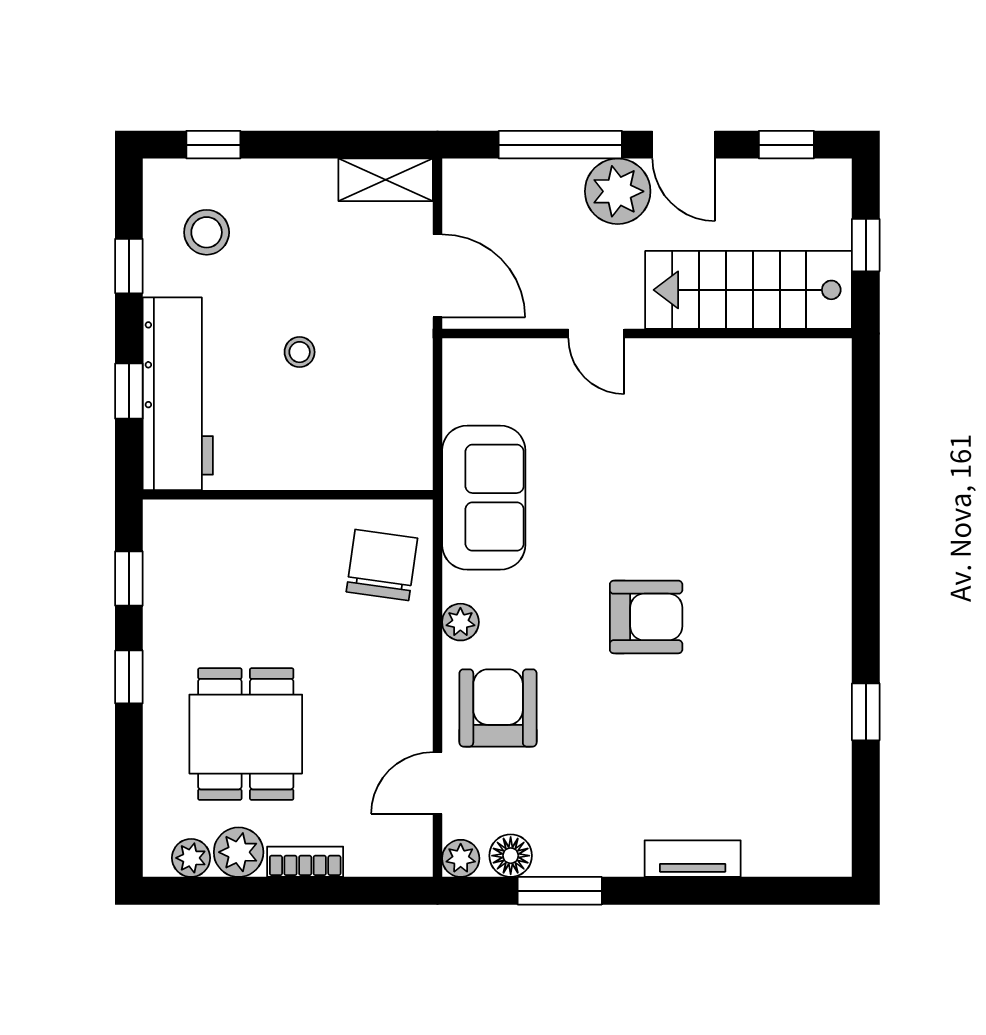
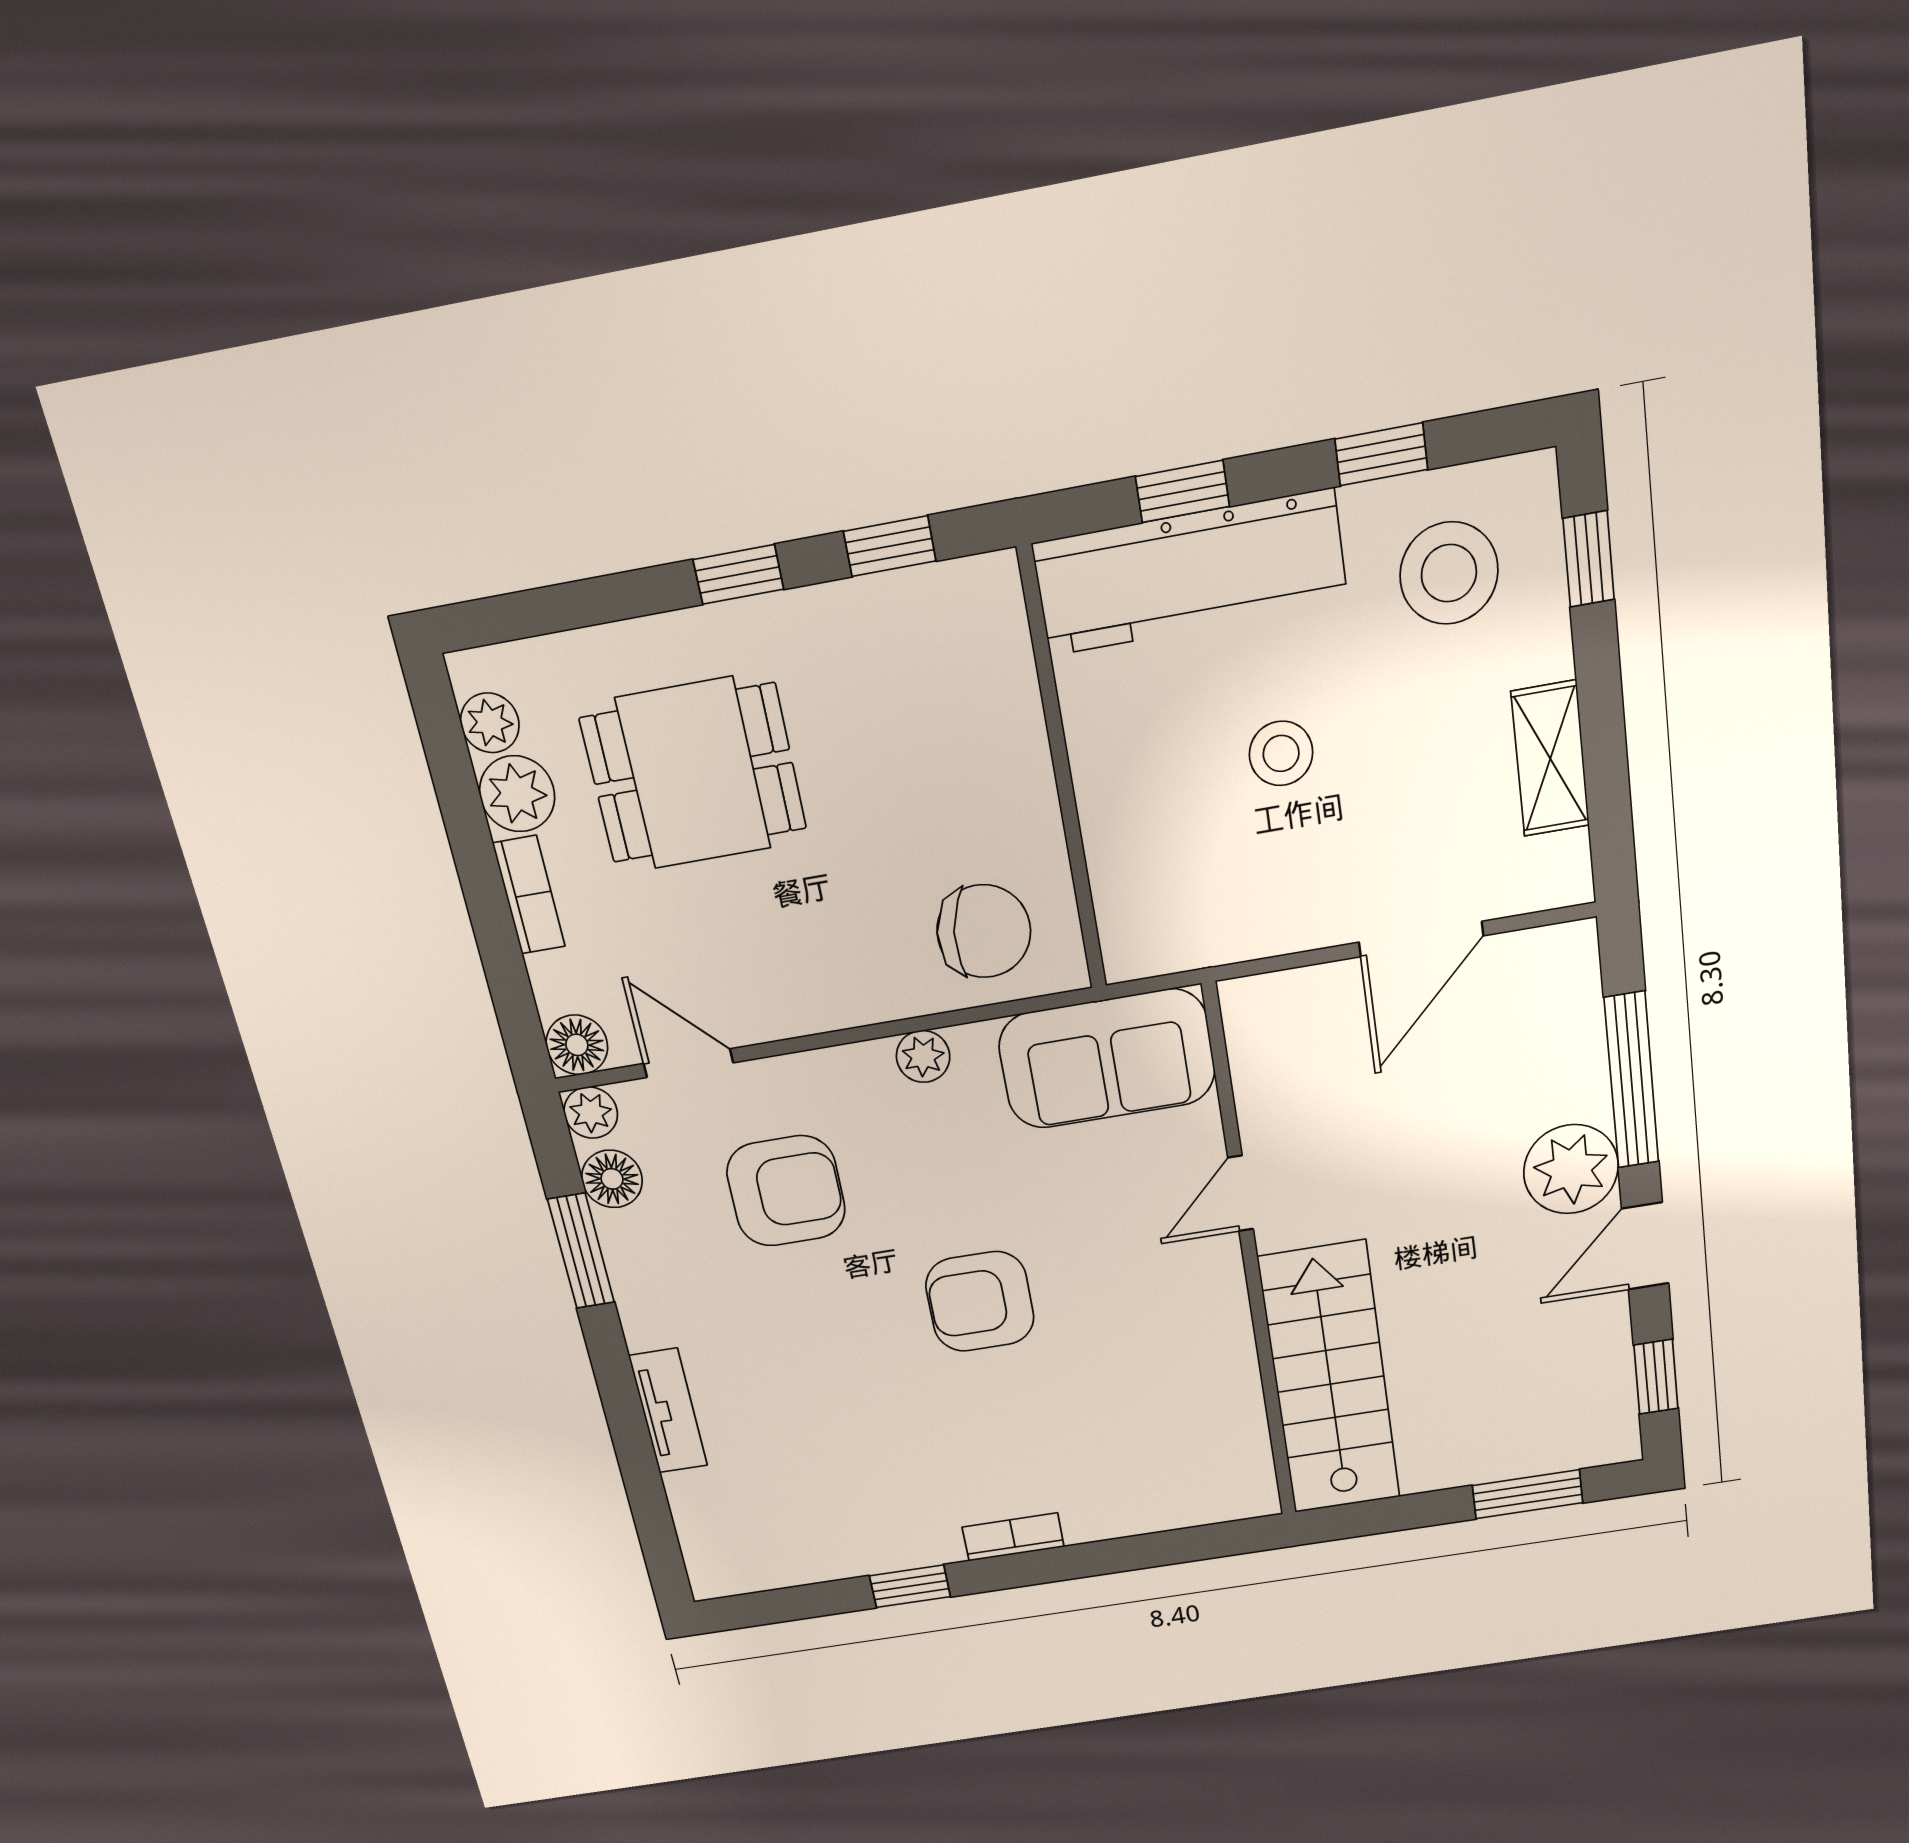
shelving: (386, 180) -> (1550, 759), moved
stool: (207, 232) -> (1449, 573), width x1.38, depth x1.38
window: (866, 245) -> (1528, 1494), width x1.50
stairs: (749, 290) -> (1330, 1379), moved
door: (596, 334) -> (1241, 1193), moved
wall: (647, 334) -> (1251, 1260), moved
stool: (300, 352) -> (1281, 753), width x1.37, depth x1.37
armchair: (646, 617) -> (980, 1302), turned 90
bookcase: (837, 627) -> (1013, 1537), added
armchair: (498, 708) -> (786, 1191), moved
floor lamp: (412, 856) -> (577, 1045), added

